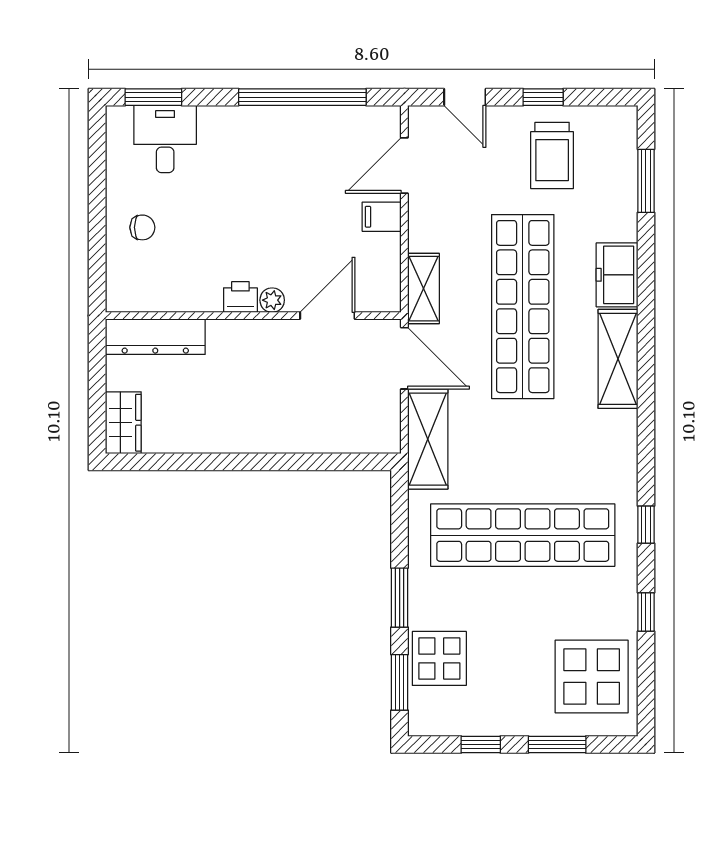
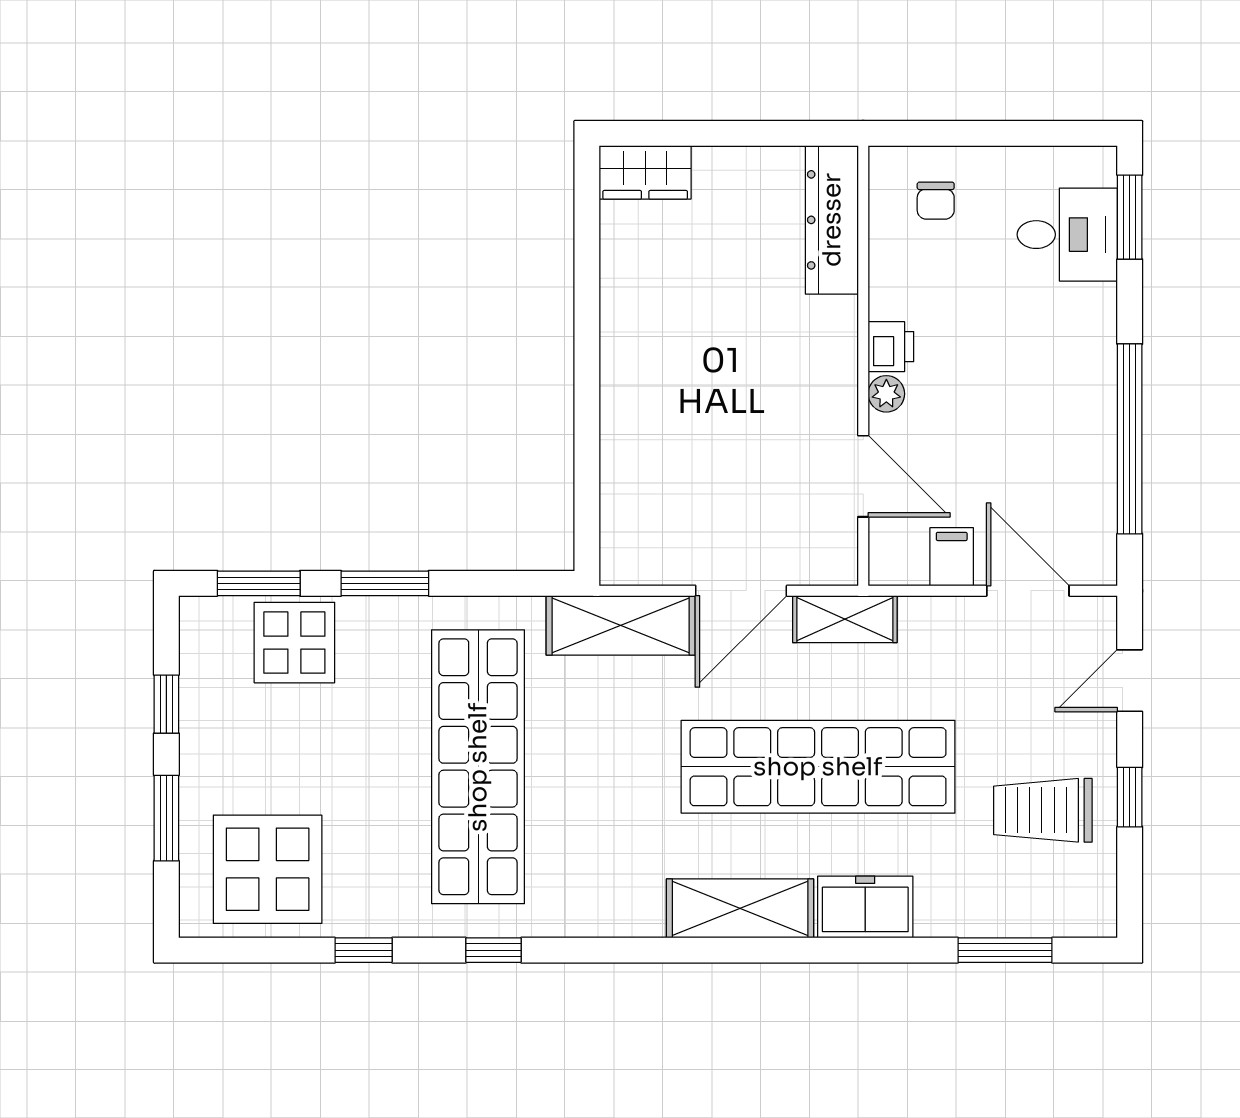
printer: (240, 297) -> (891, 347), moved
plant: (272, 300) -> (886, 394), moved
wall: (253, 316) -> (863, 366), moved
door: (327, 316) -> (863, 476), moved
dresser: (155, 337) -> (832, 220), moved

